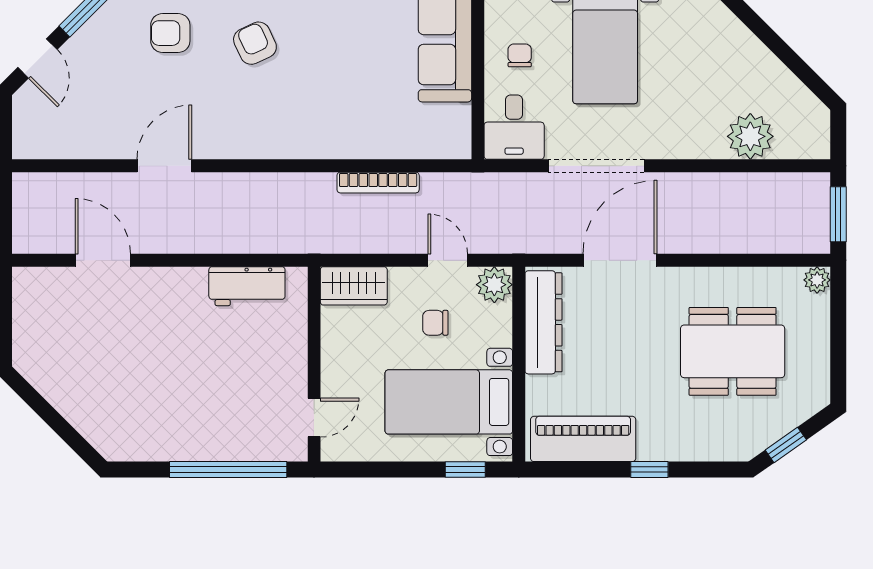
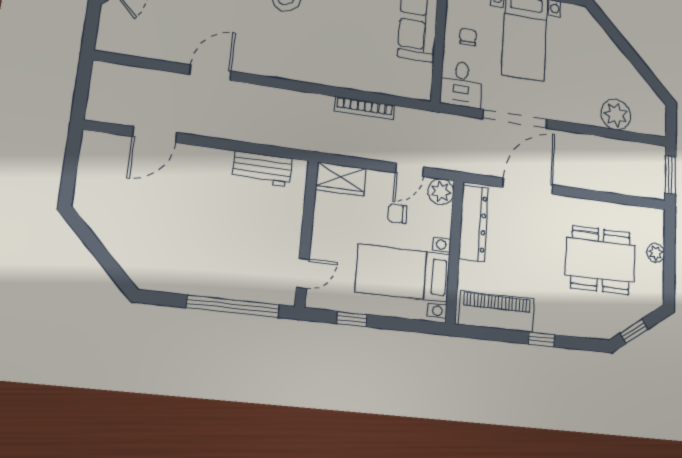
door: (103, 260) -> (155, 135), swing flipped
door: (448, 260) -> (410, 170), swing flipped
plant: (817, 280) -> (656, 253), moved
window: (465, 470) -> (352, 319), moved

